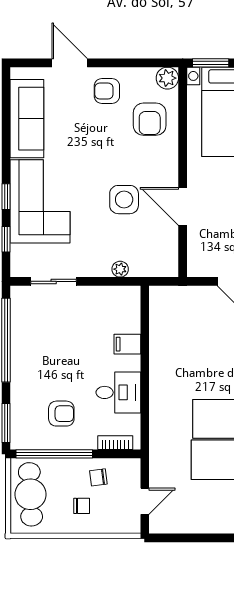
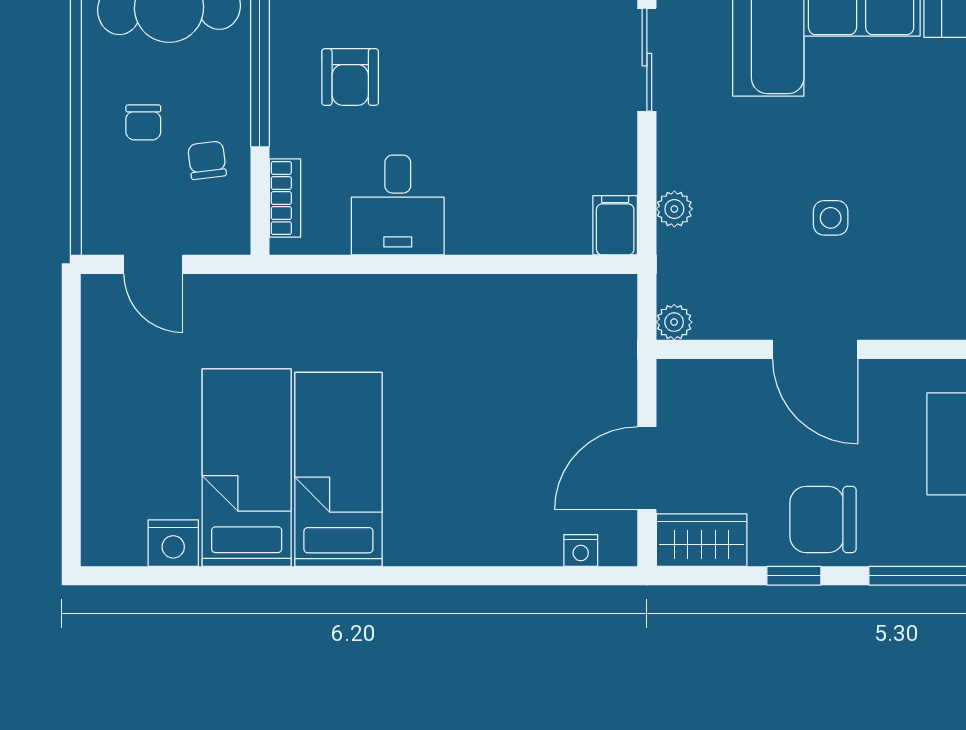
side table: (124, 200) -> (831, 218), width x0.54, depth x0.54
door: (183, 206) -> (815, 349), swing flipped
plant: (170, 269) -> (674, 322), added
filing cabinet: (127, 344) -> (615, 225), moved

